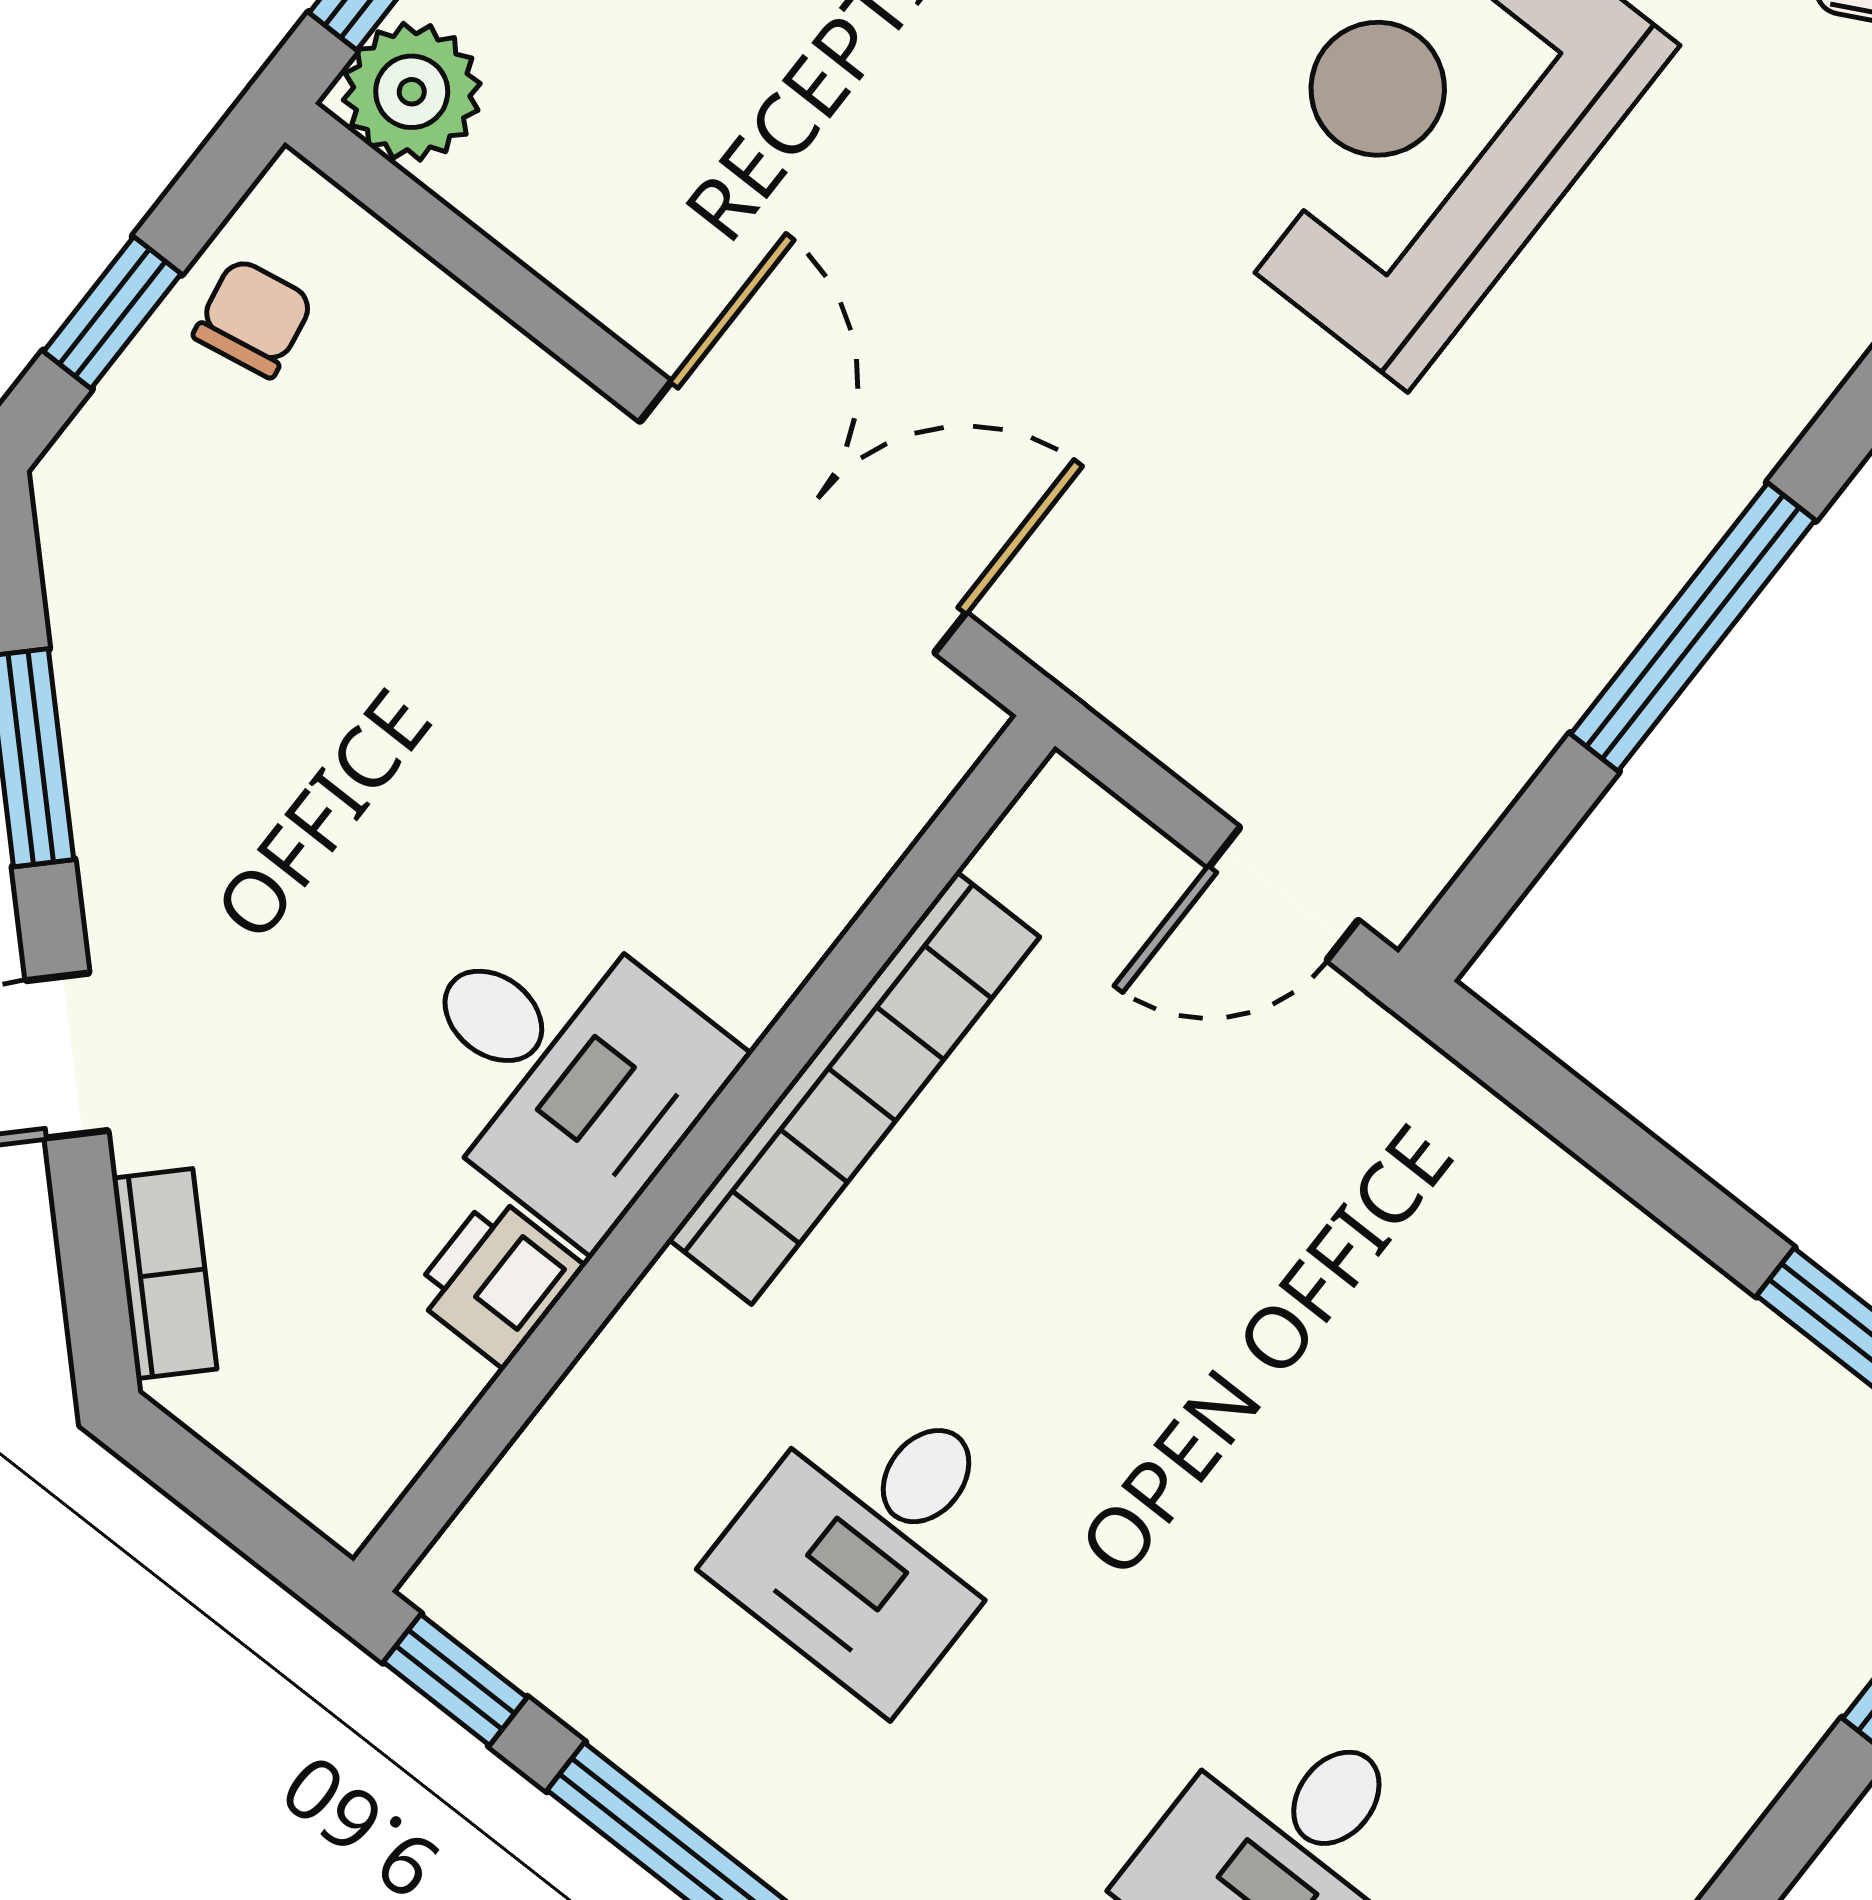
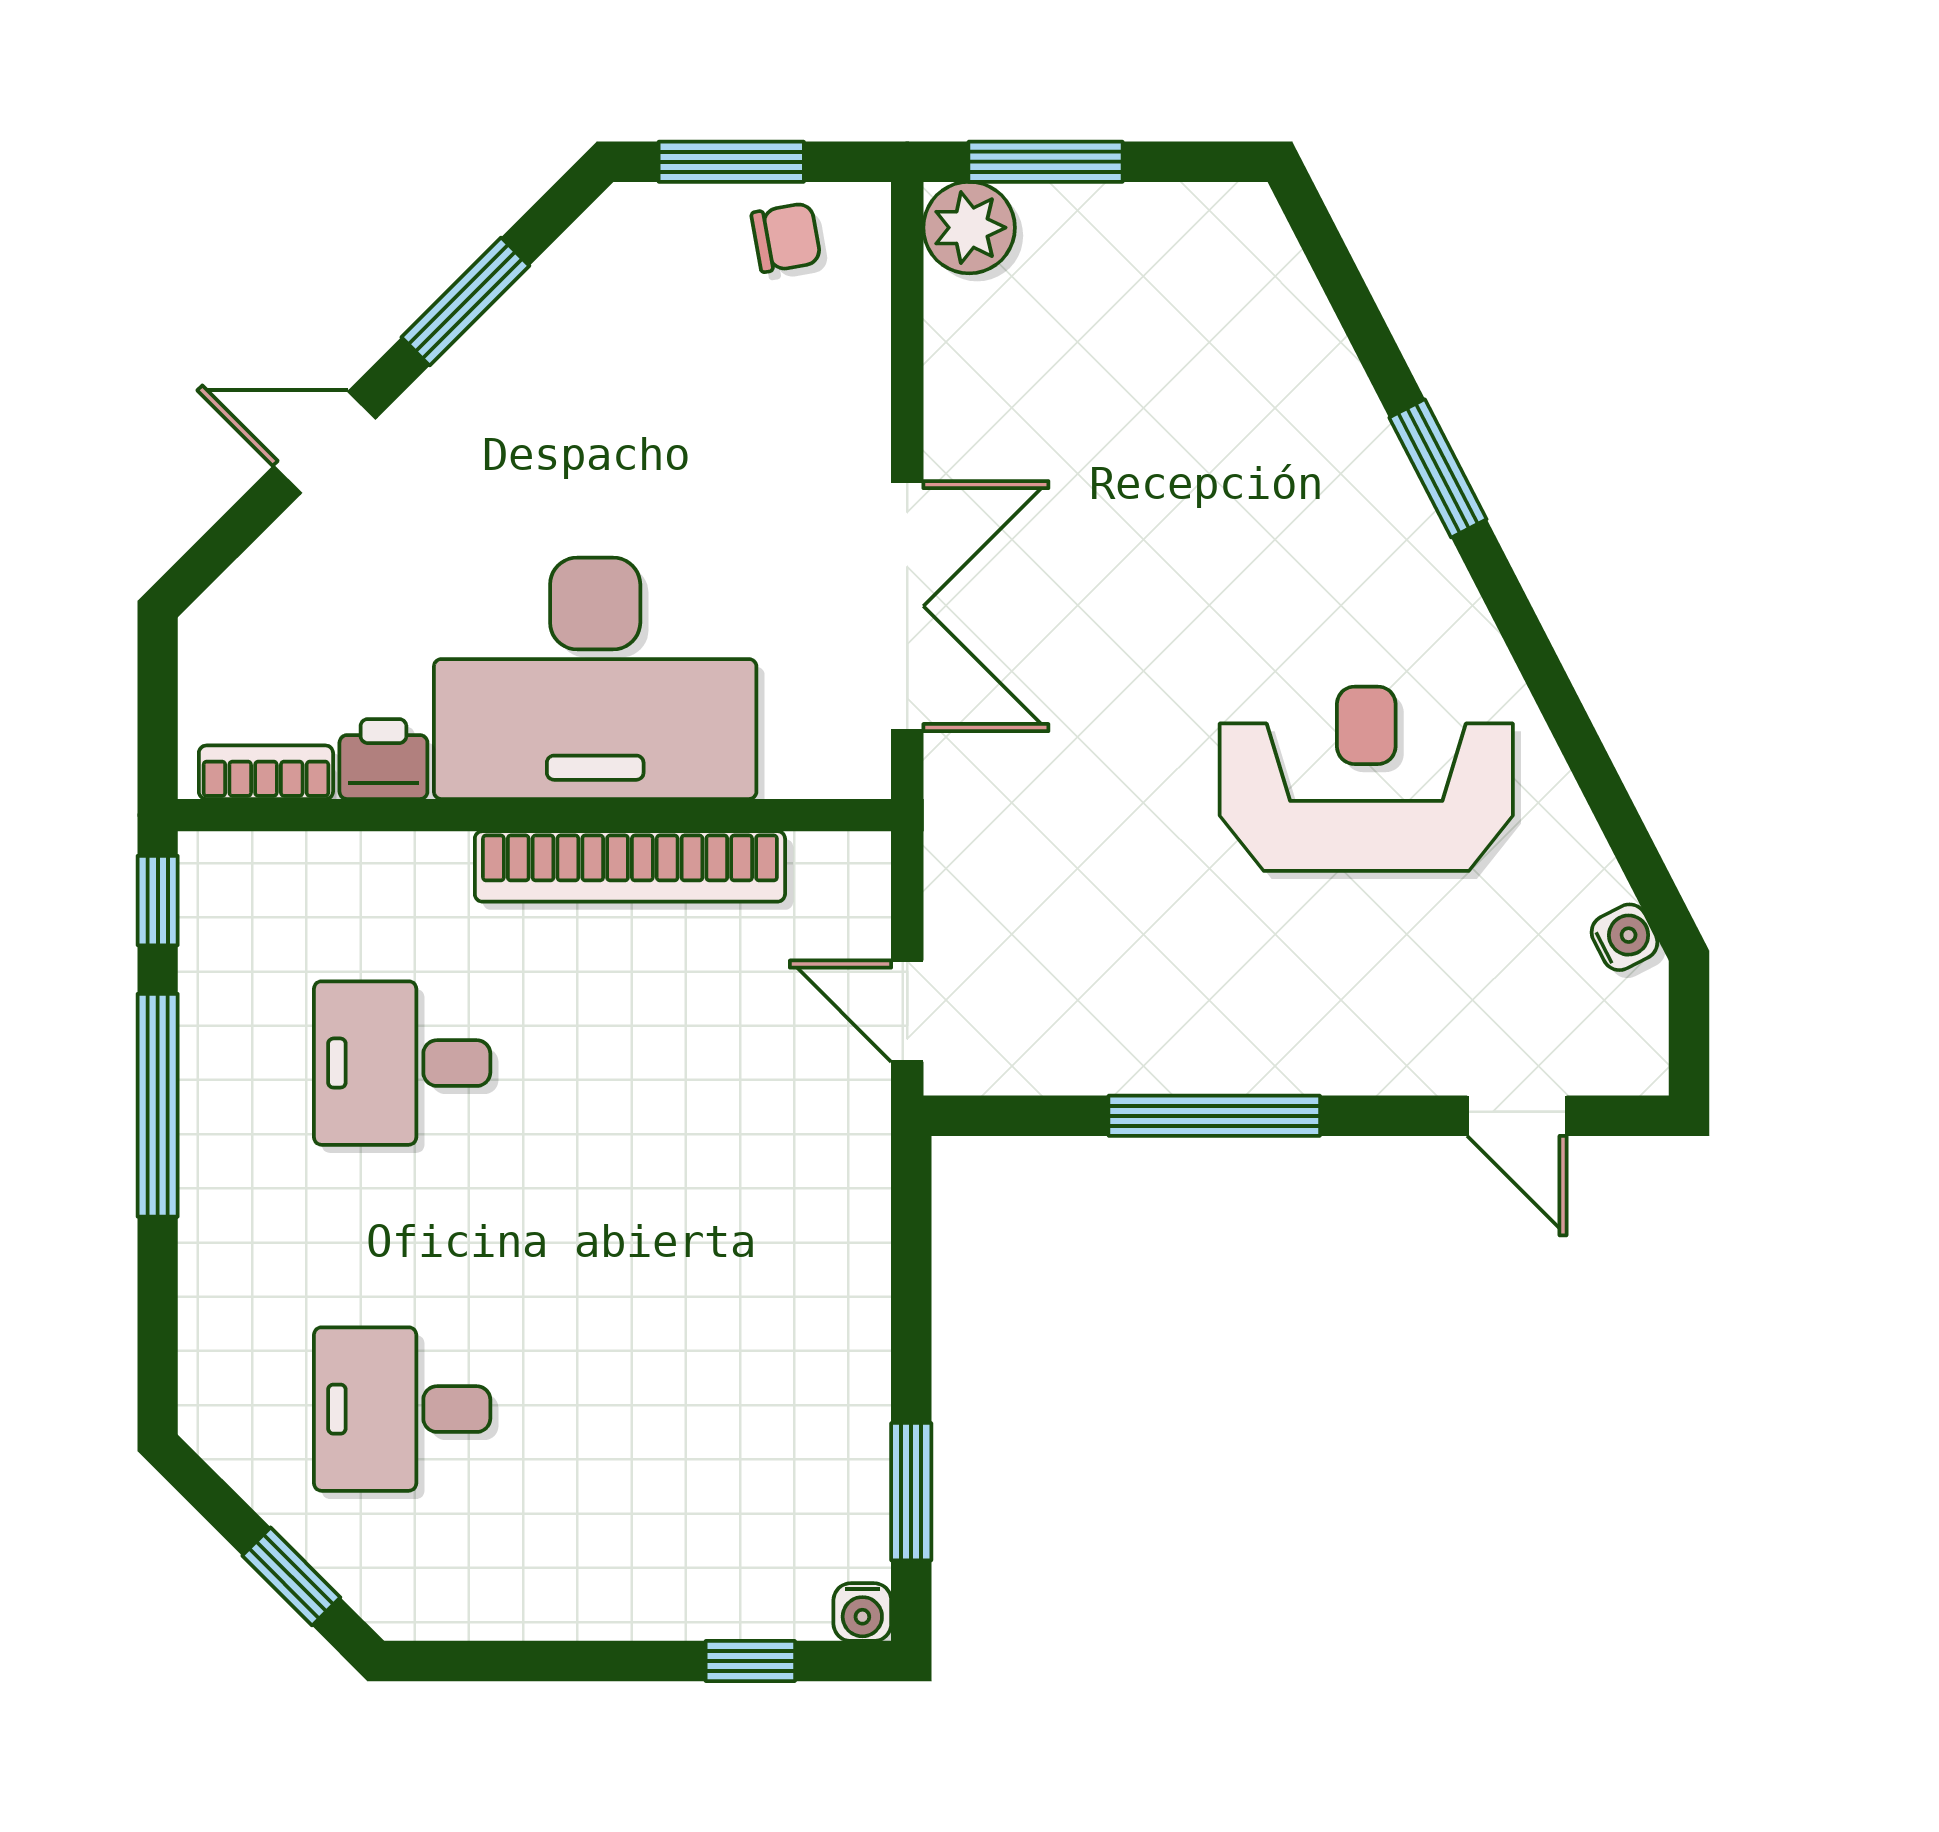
window: (112, 313) -> (731, 162), width x1.50
desk: (562, 1069) -> (595, 678), width x1.87, depth x1.30
bookcase: (165, 1274) -> (266, 772), moved, turned -135

